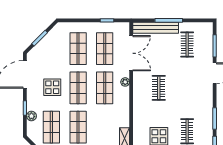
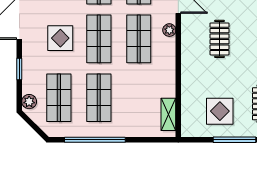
plant: (31, 116) -> (29, 102), moved

